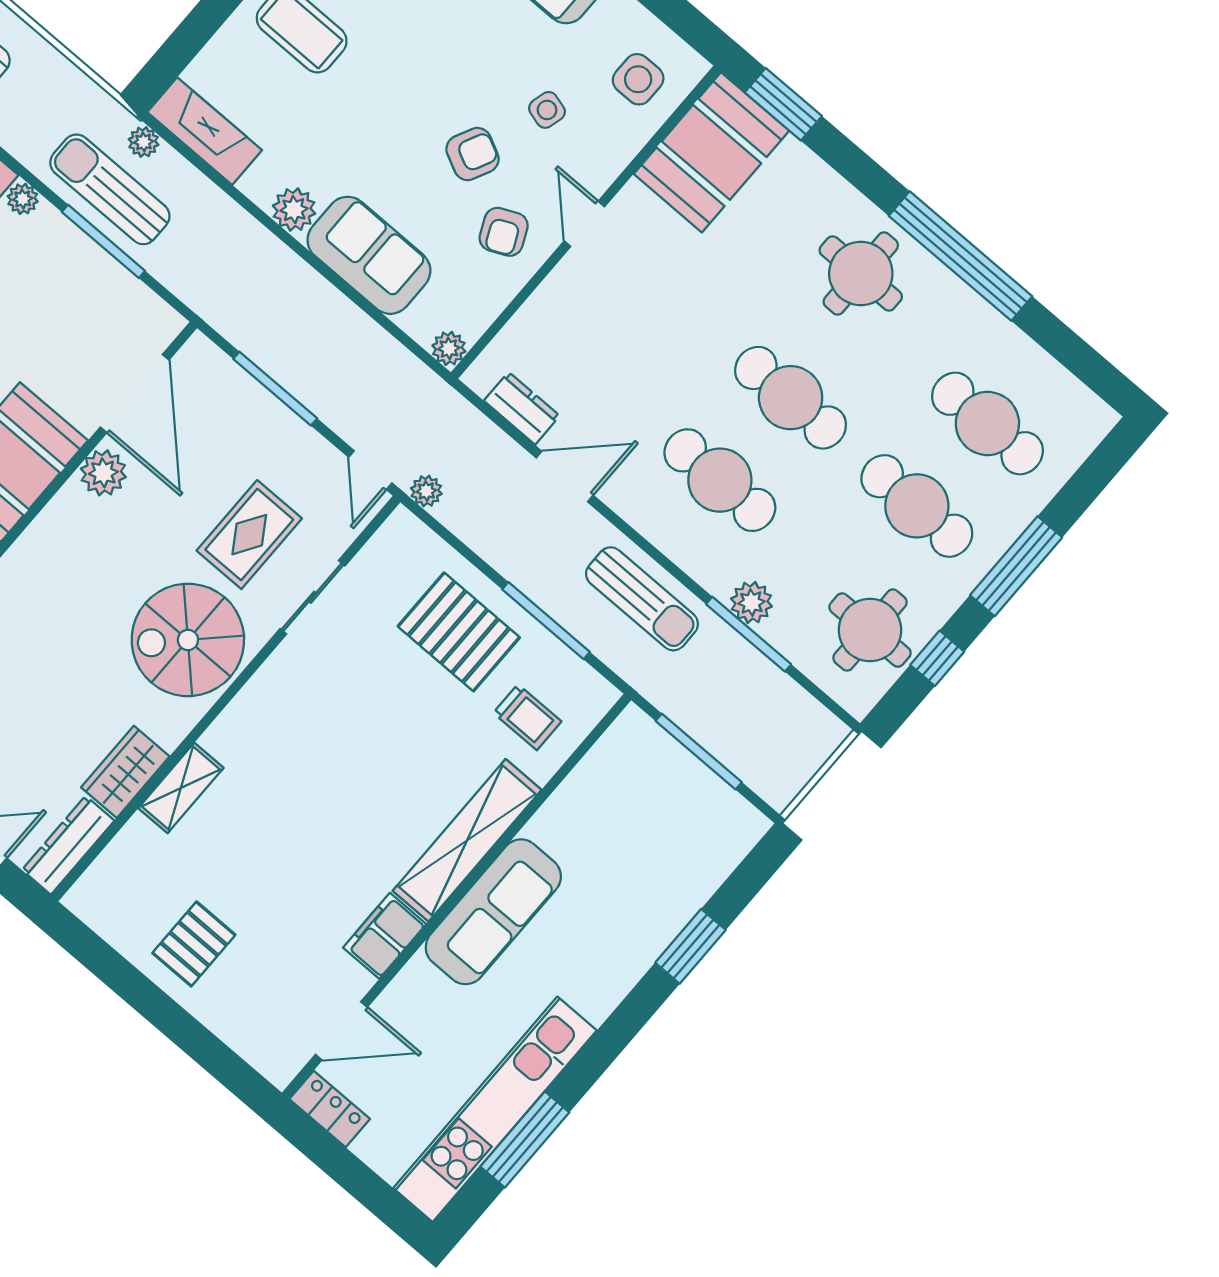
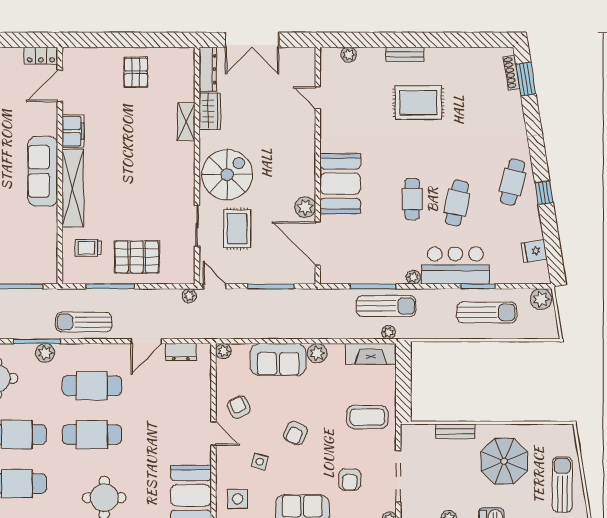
armchair: (473, 154) -> (295, 433), moved

